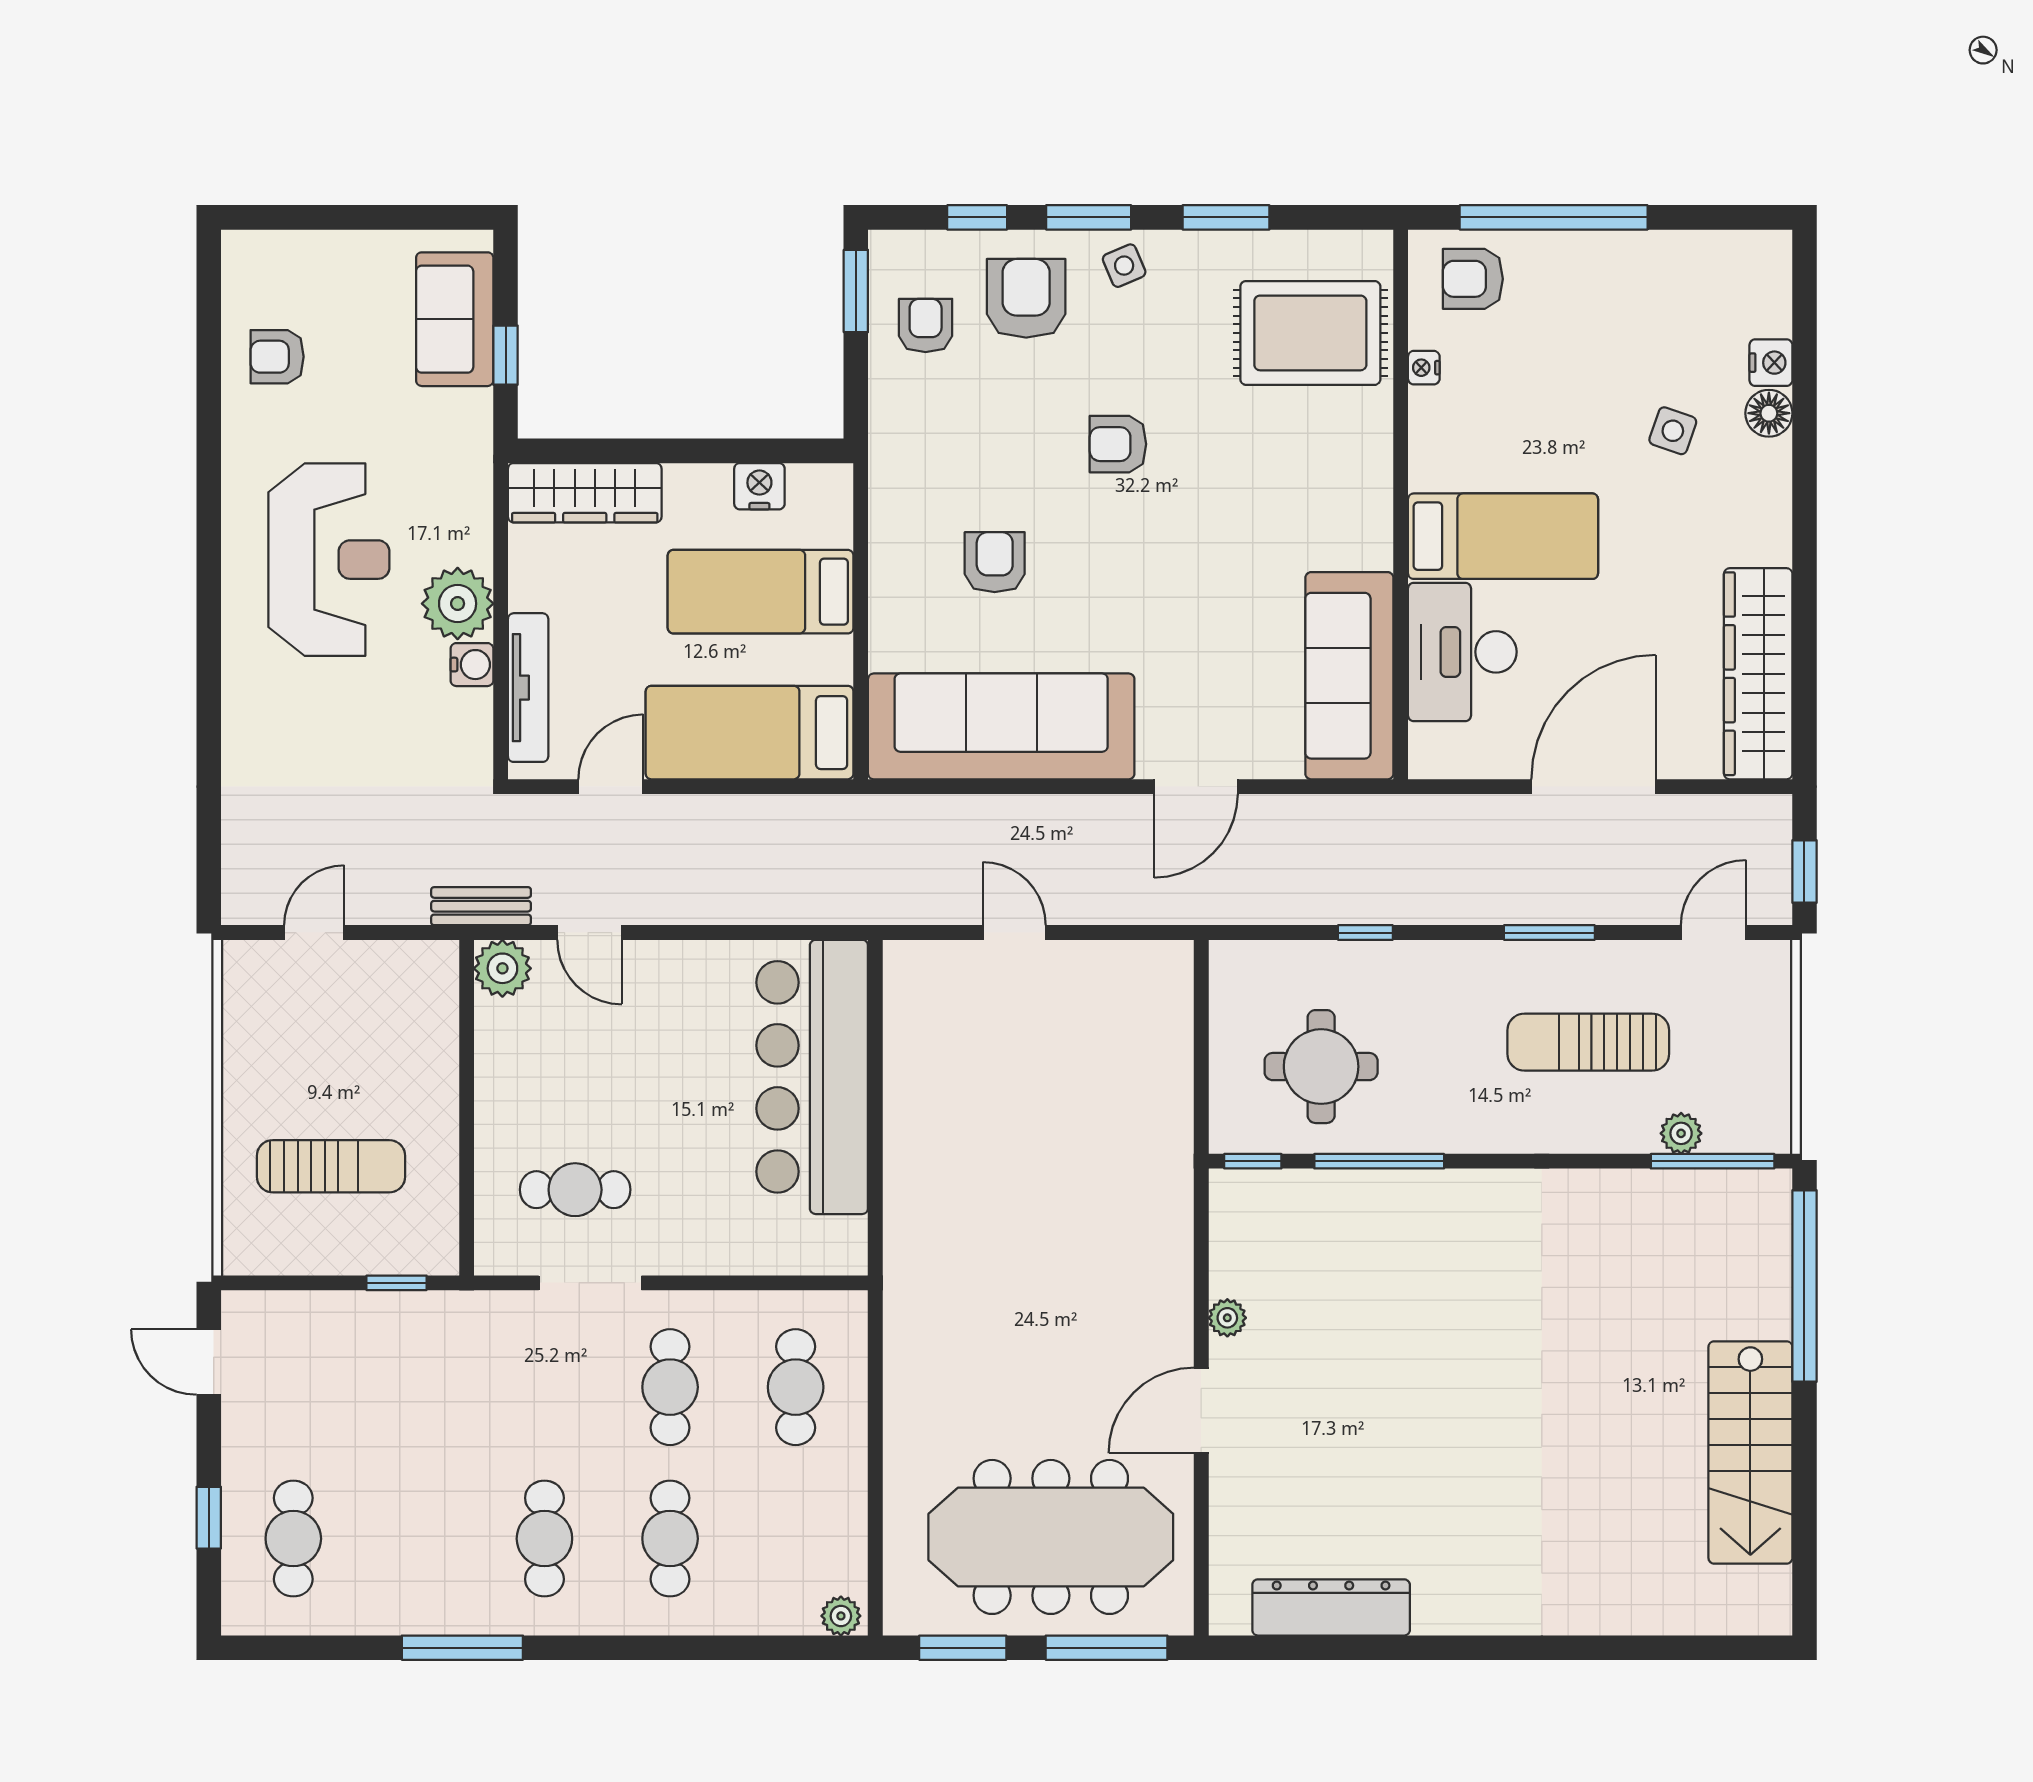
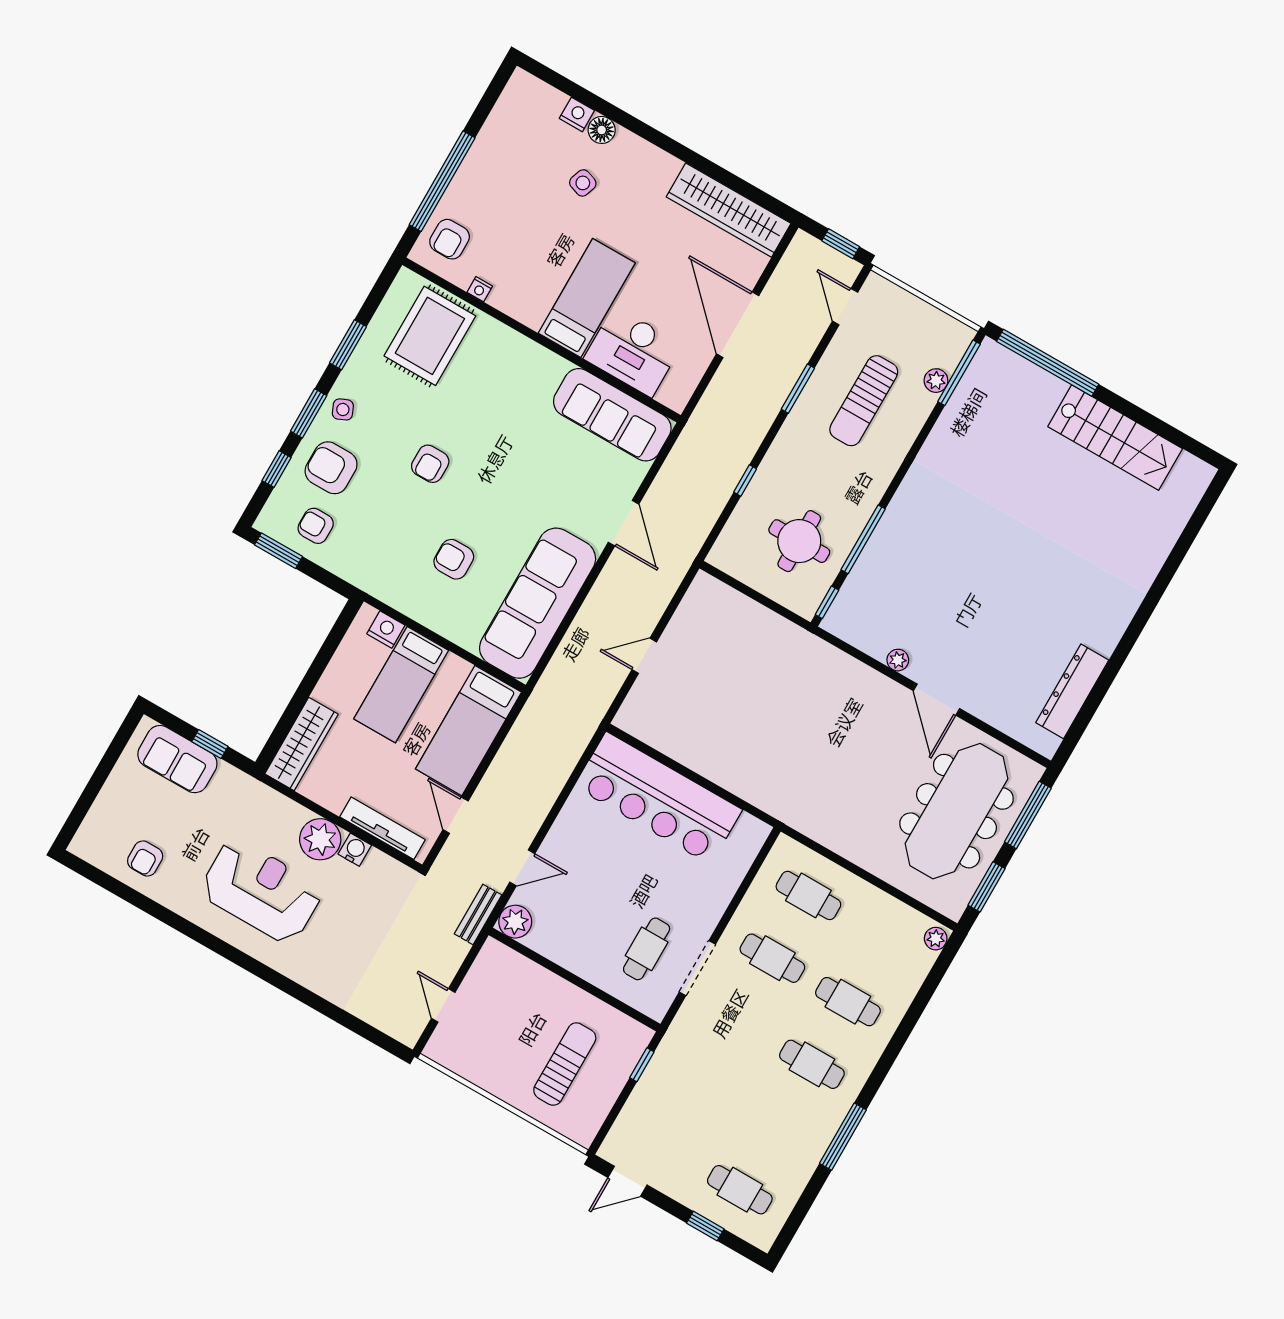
nightstand: (759, 486) -> (386, 629), moved, turned 90

